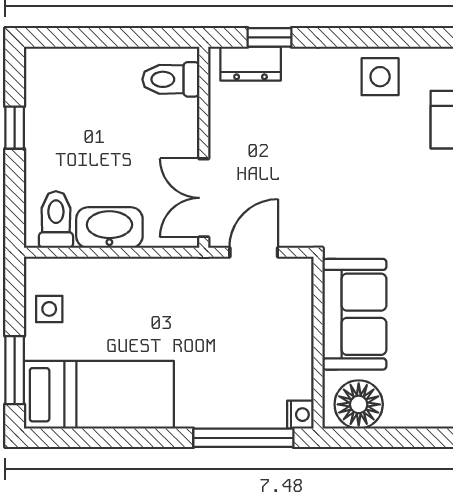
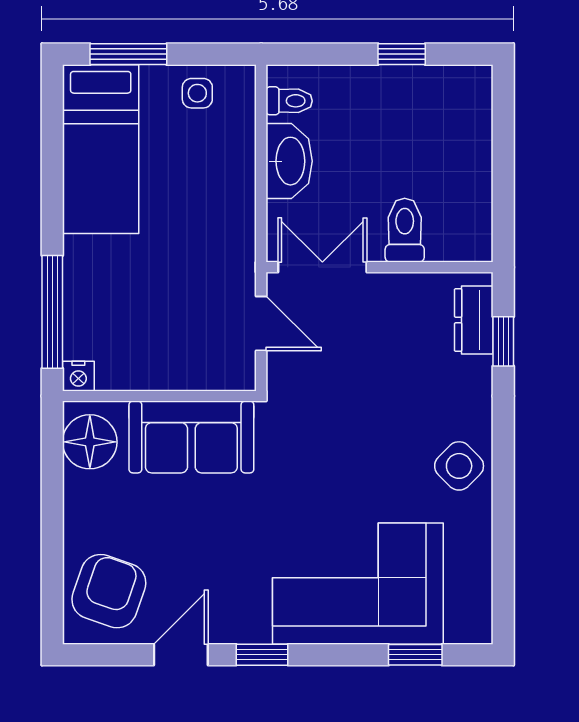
side table: (380, 77) -> (459, 466), turned 45
toilet: (171, 79) -> (405, 230), moved
toilet: (56, 220) -> (289, 101), width x0.73, depth x0.72

